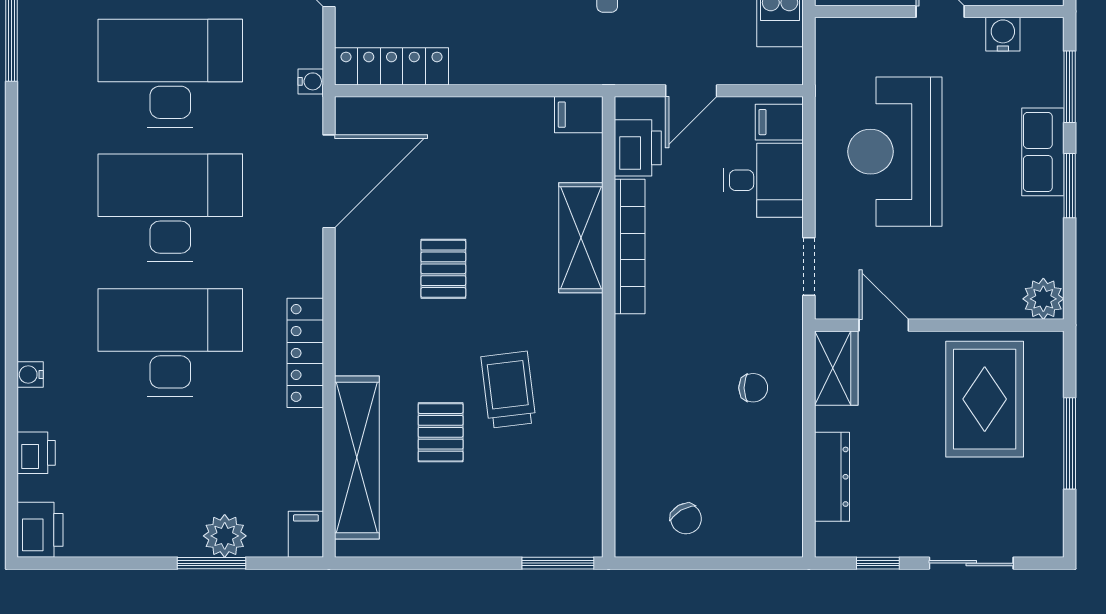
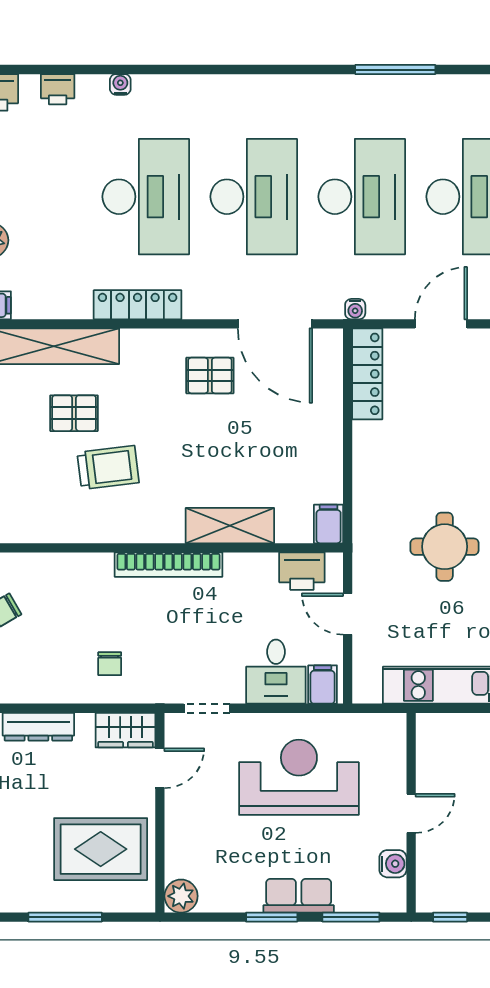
bookcase: (630, 246) -> (169, 565), moved
pallet: (443, 269) -> (210, 376), moved

